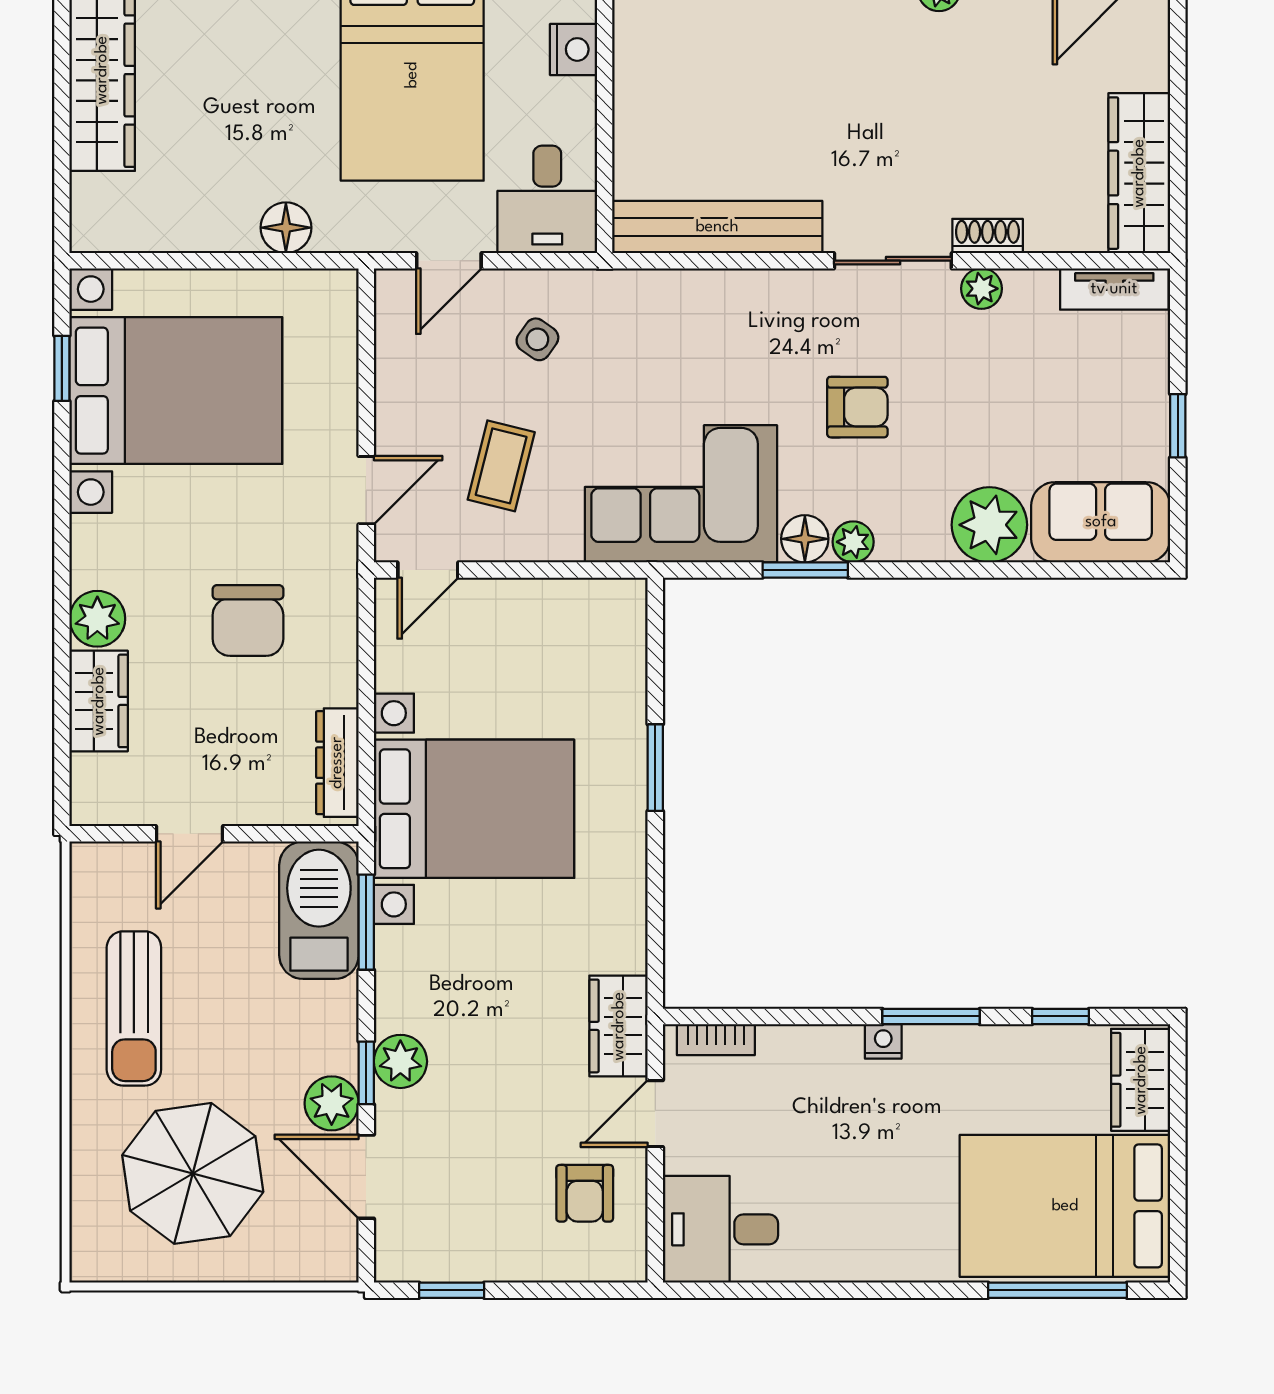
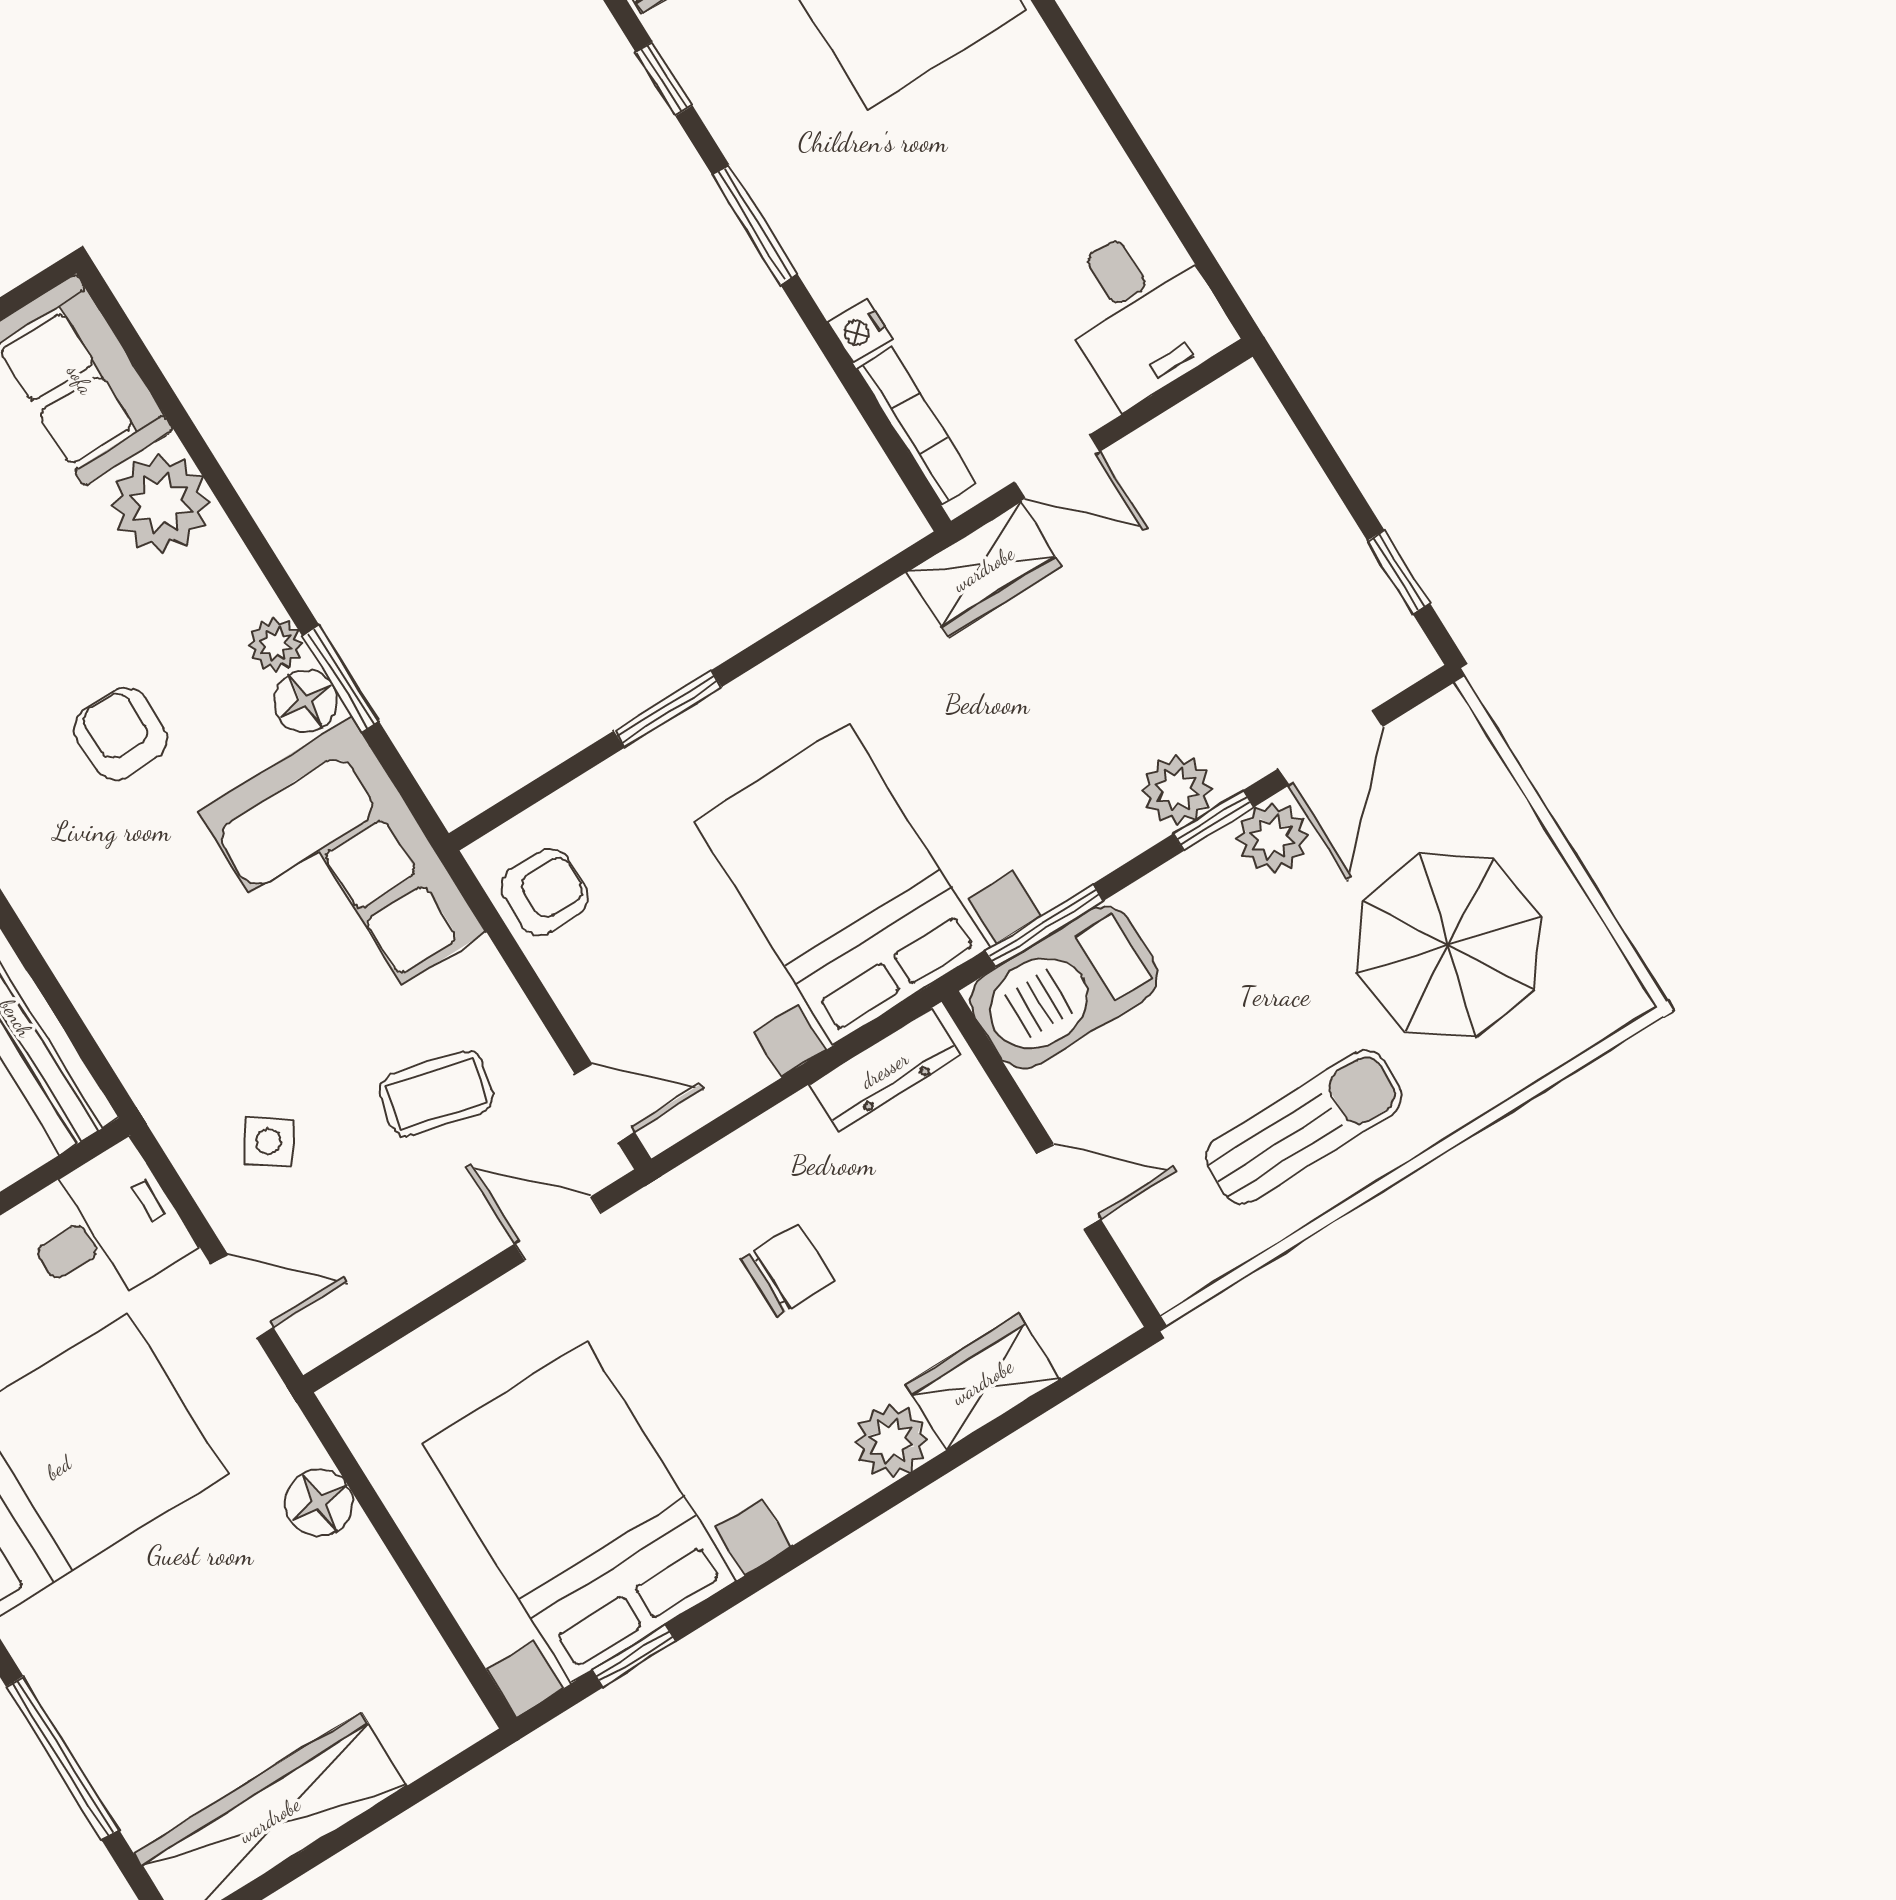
chair: (248, 621) -> (788, 1270), width x0.73, depth x0.73
bookcase: (716, 1040) -> (916, 426), width x1.56
nightstand: (883, 1041) -> (860, 331), moved
armchair: (585, 1193) -> (545, 892), moved

